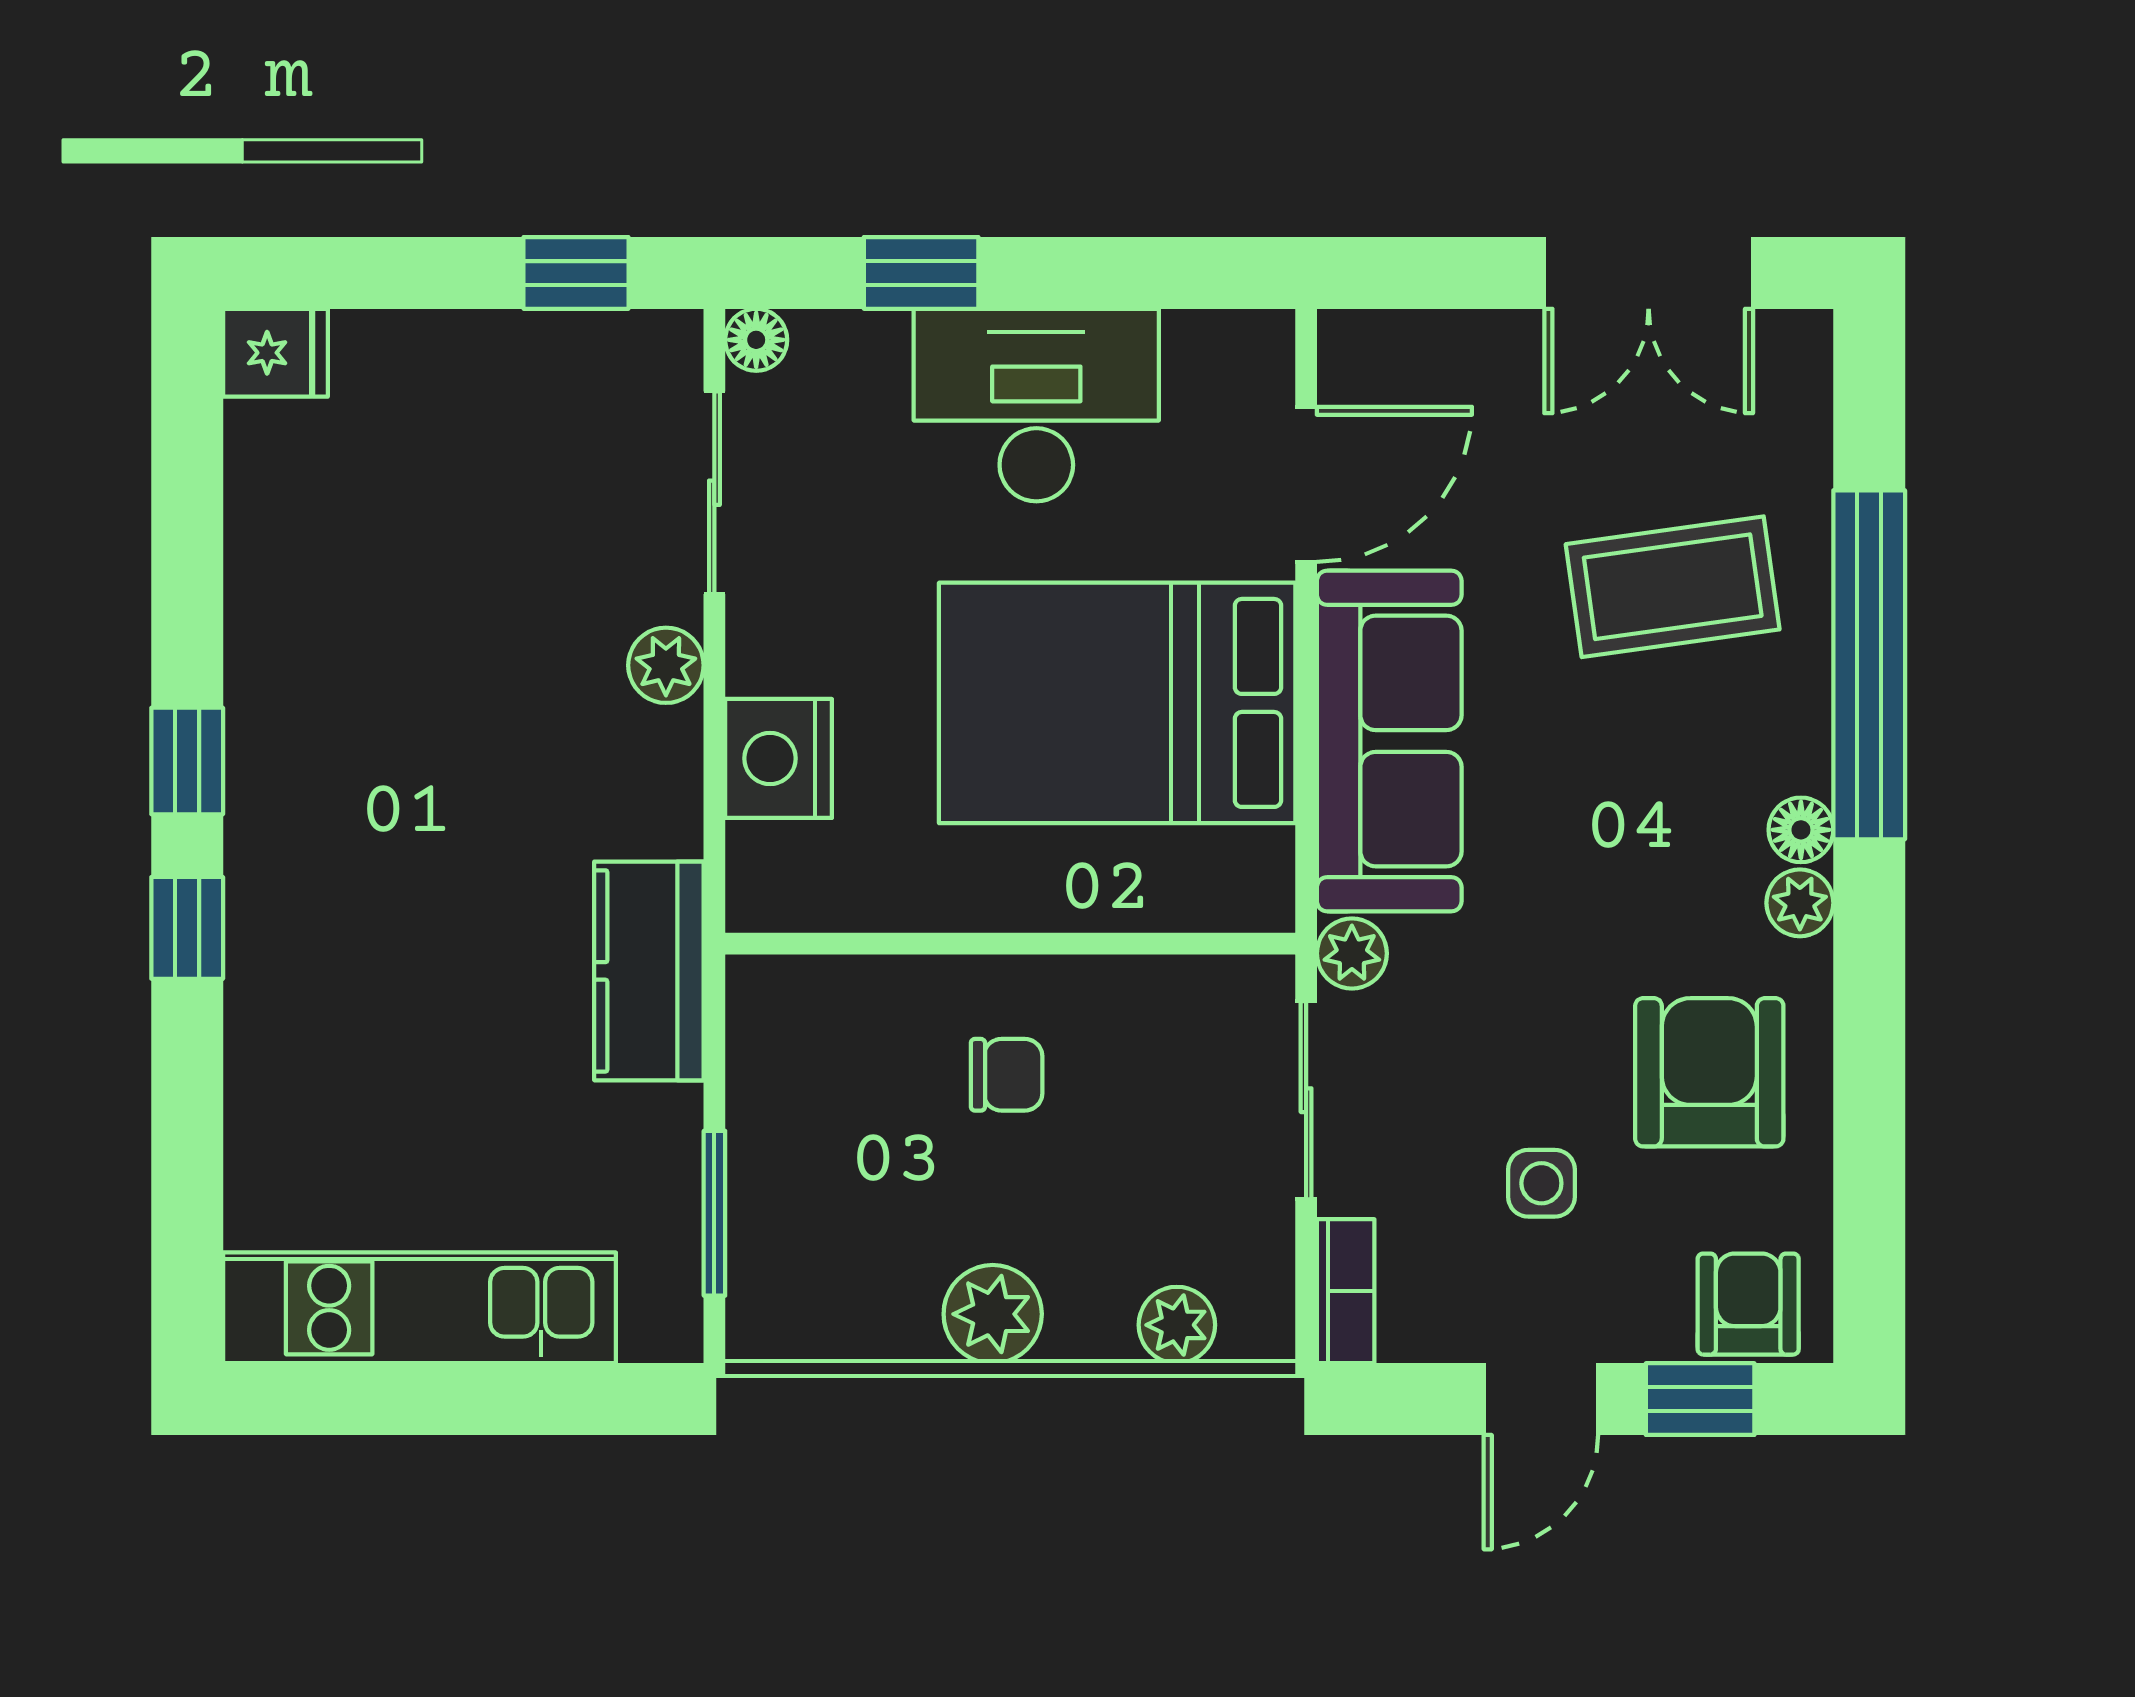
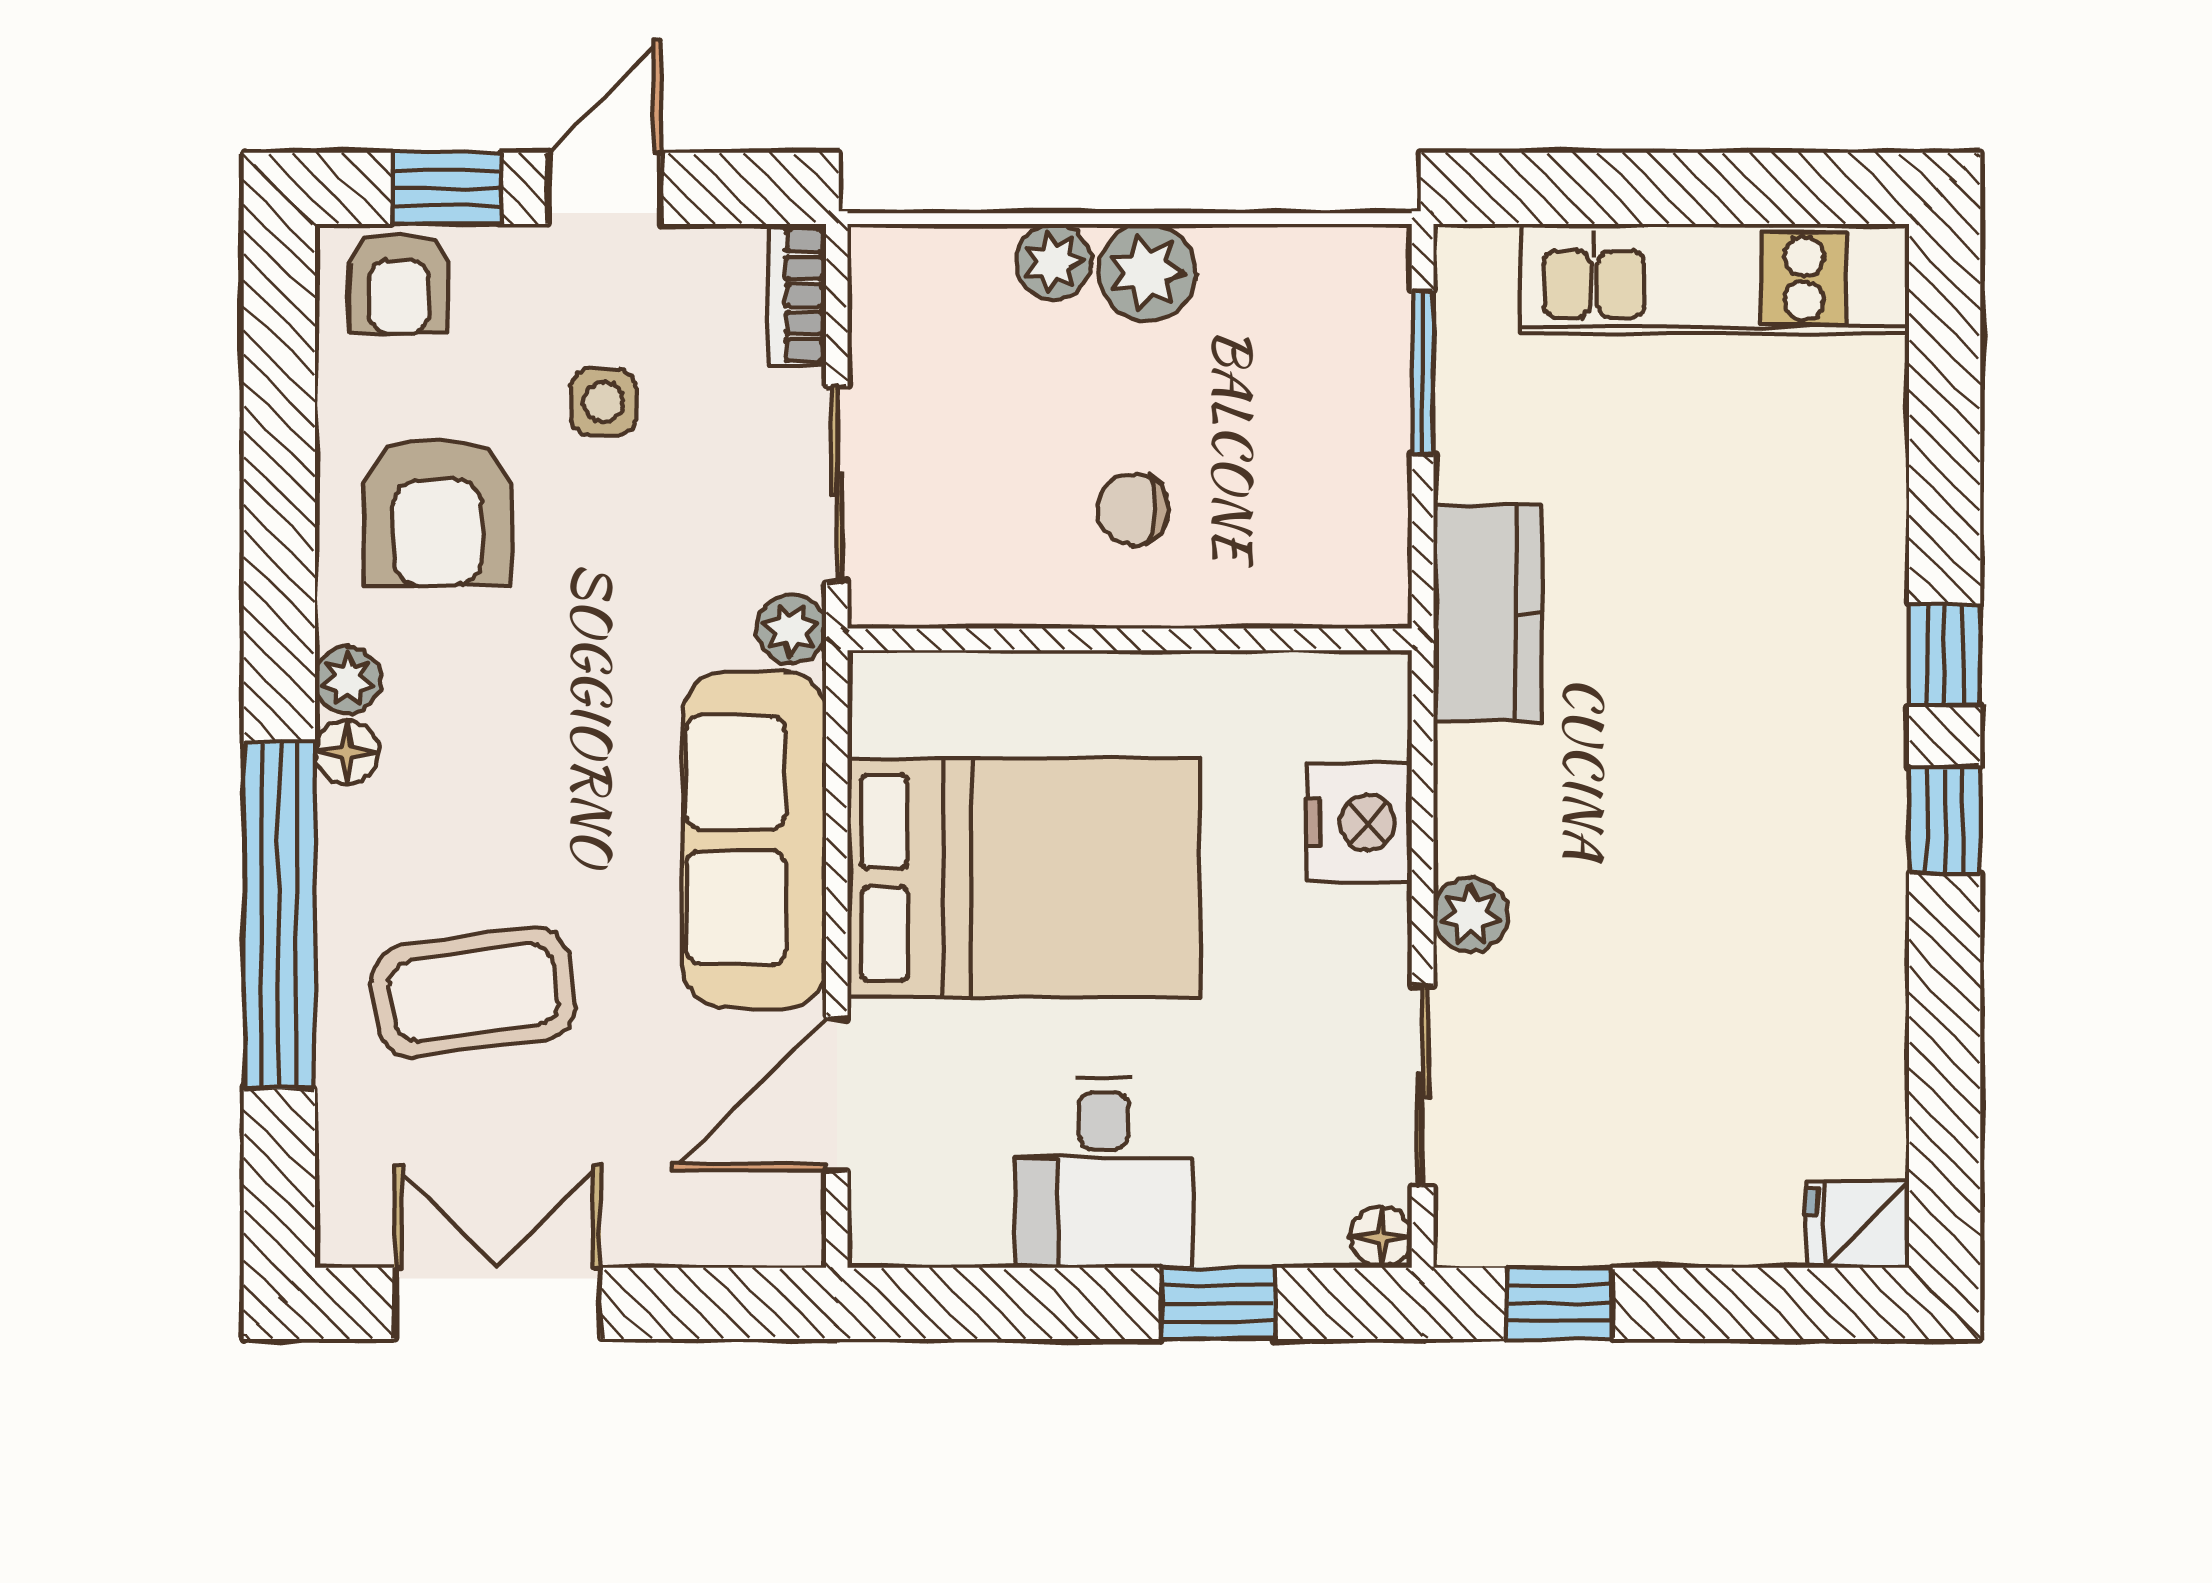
desk: (1036, 405) -> (1104, 1172), width x0.73
plant: (1177, 1325) -> (1054, 262), moved

